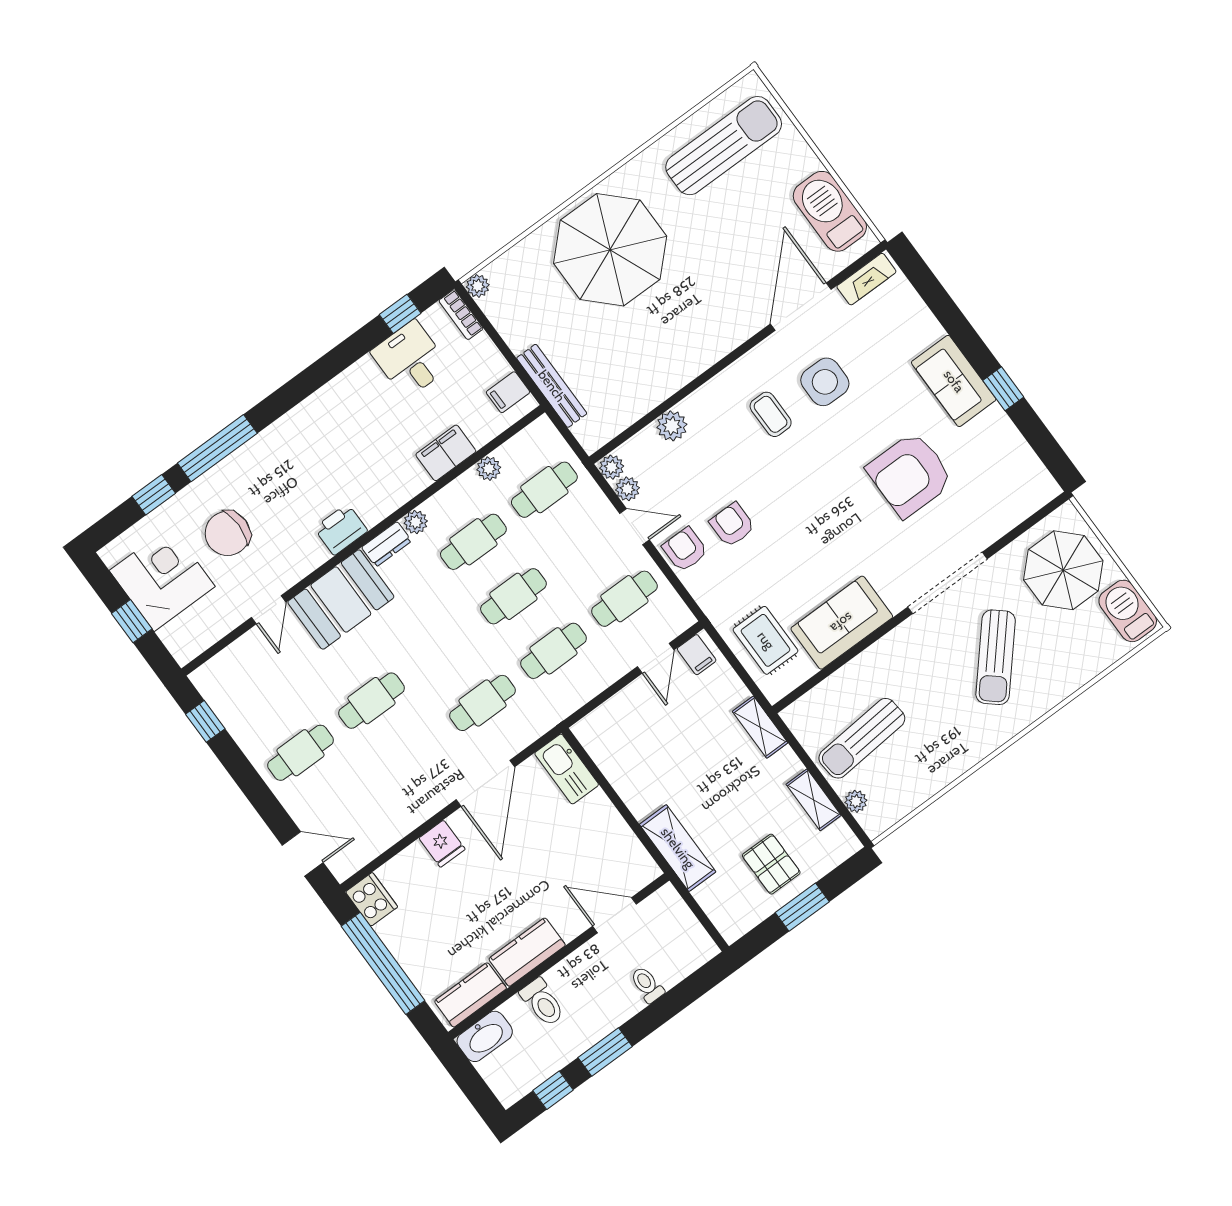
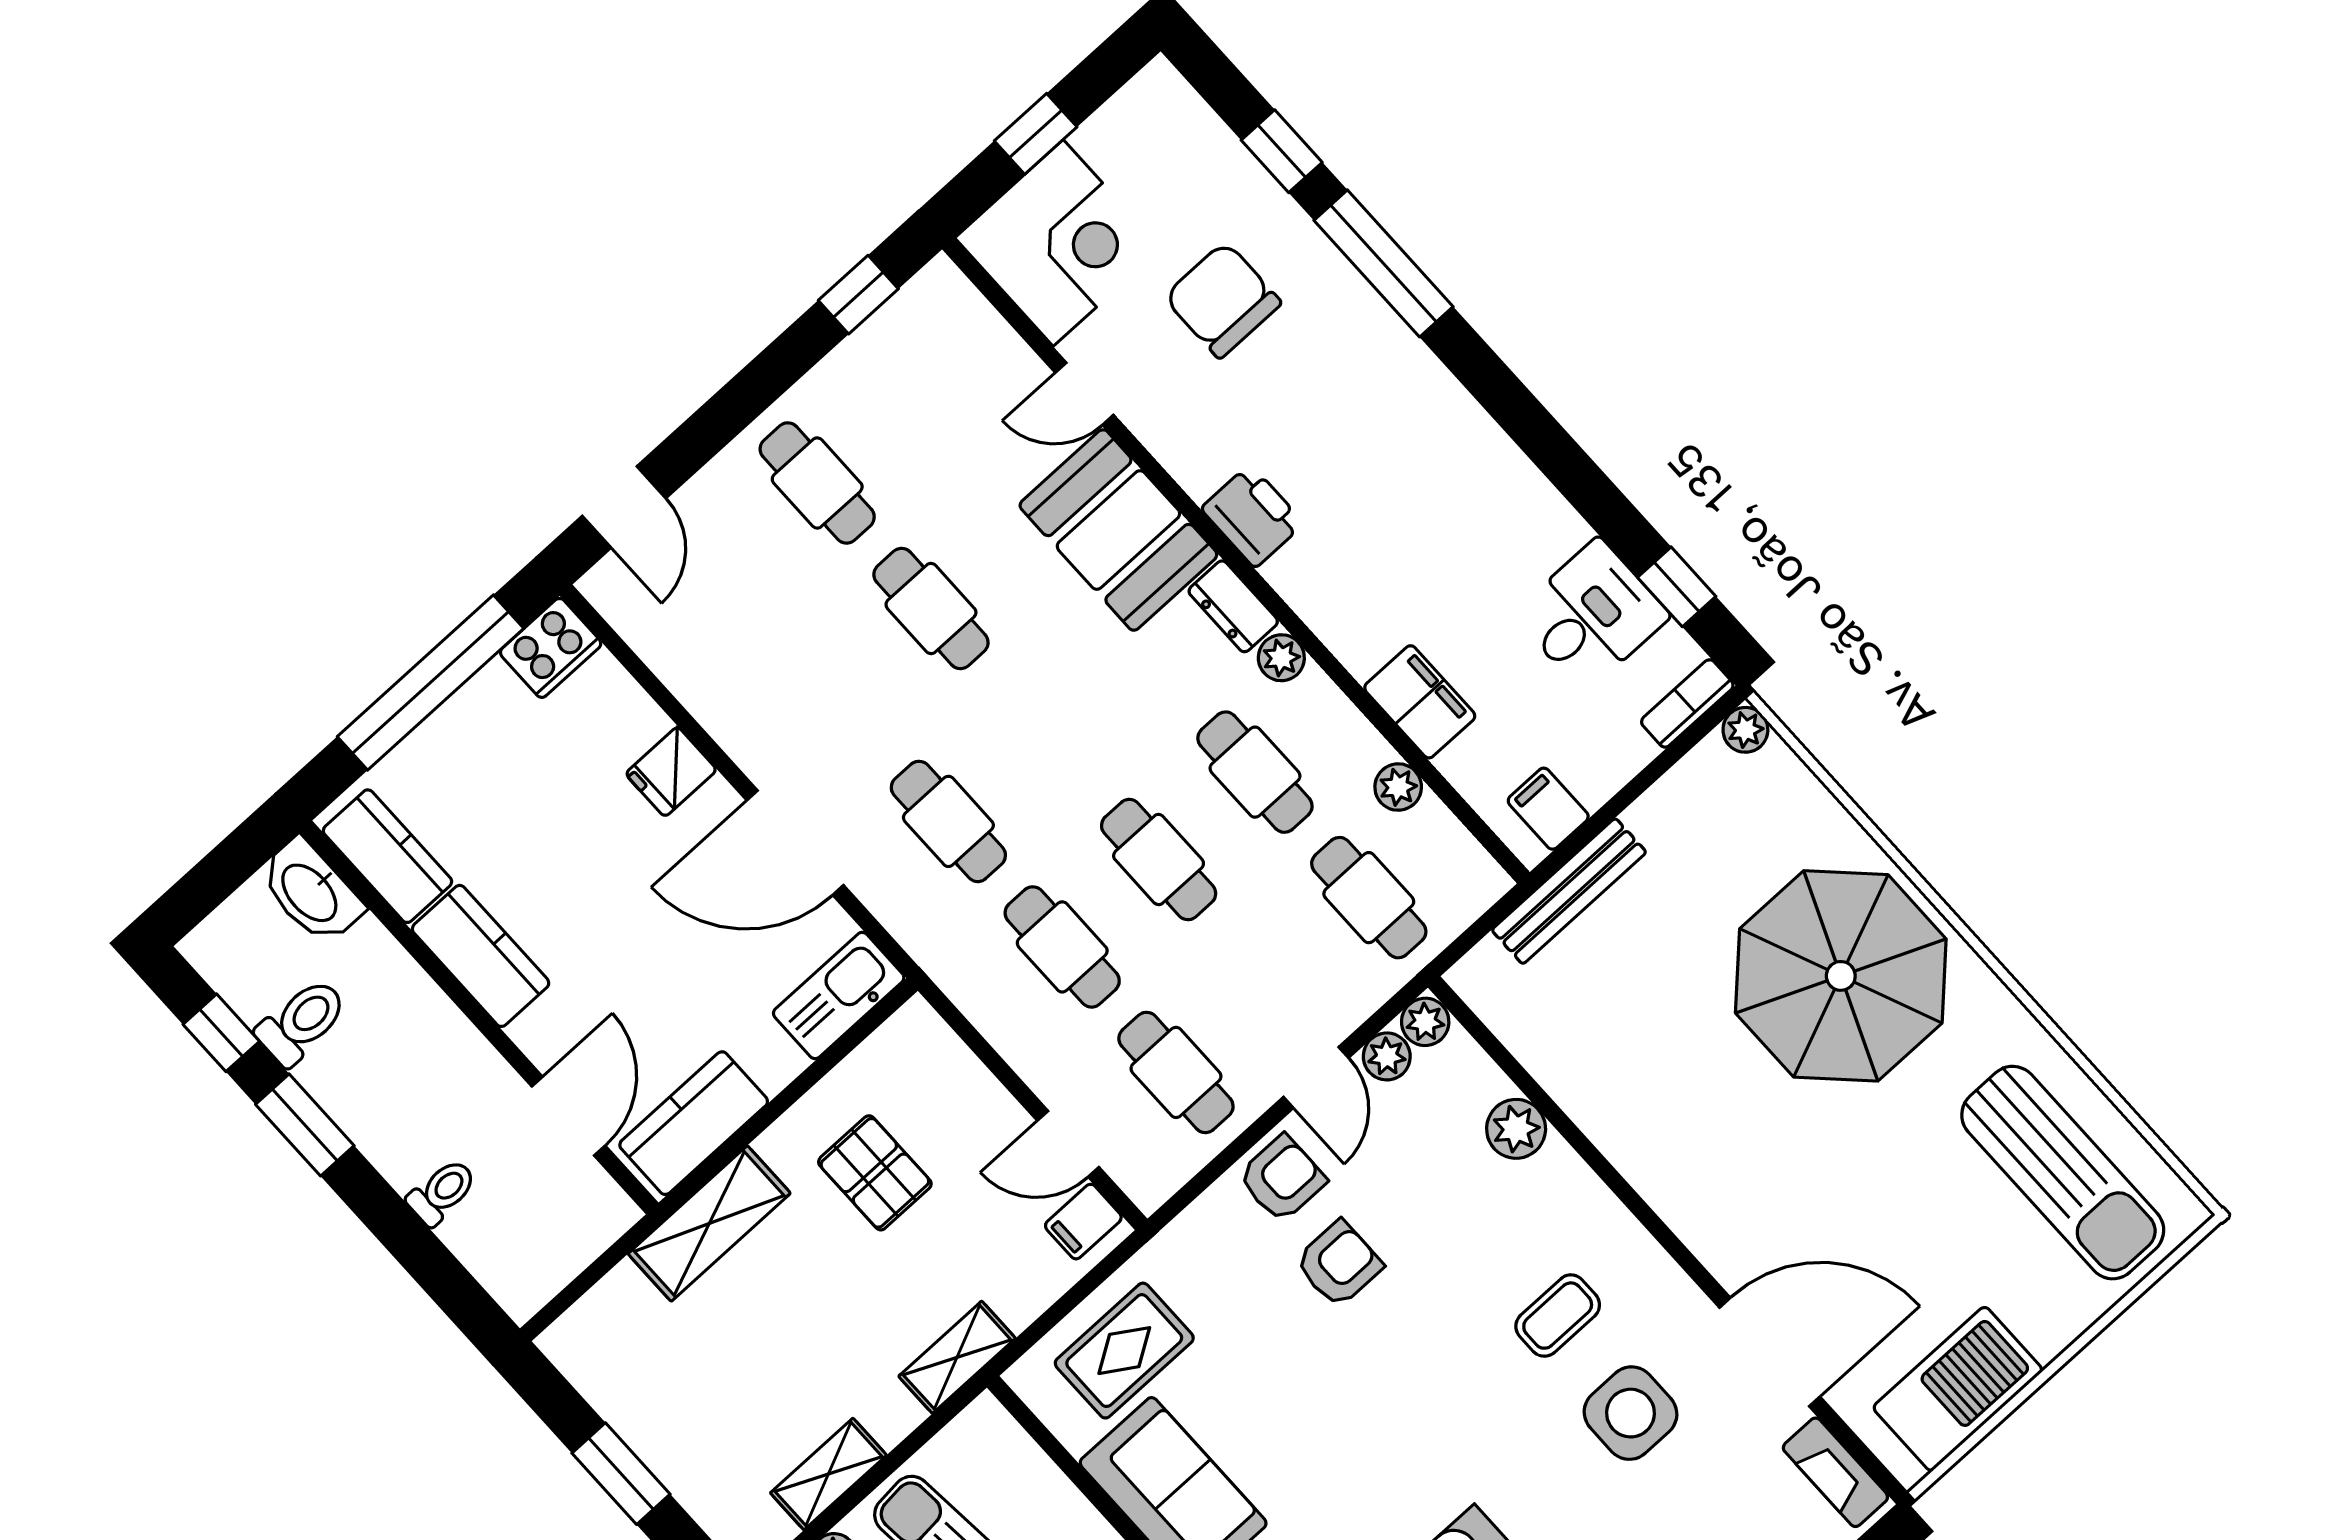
corner desk: (162, 579) -> (1058, 243), moved
kitchen counter: (625, 851) -> (694, 1123), added
pallet: (771, 864) -> (875, 1173), moved, turned 90
toilet: (542, 1002) -> (302, 1022), moved, turned 180

